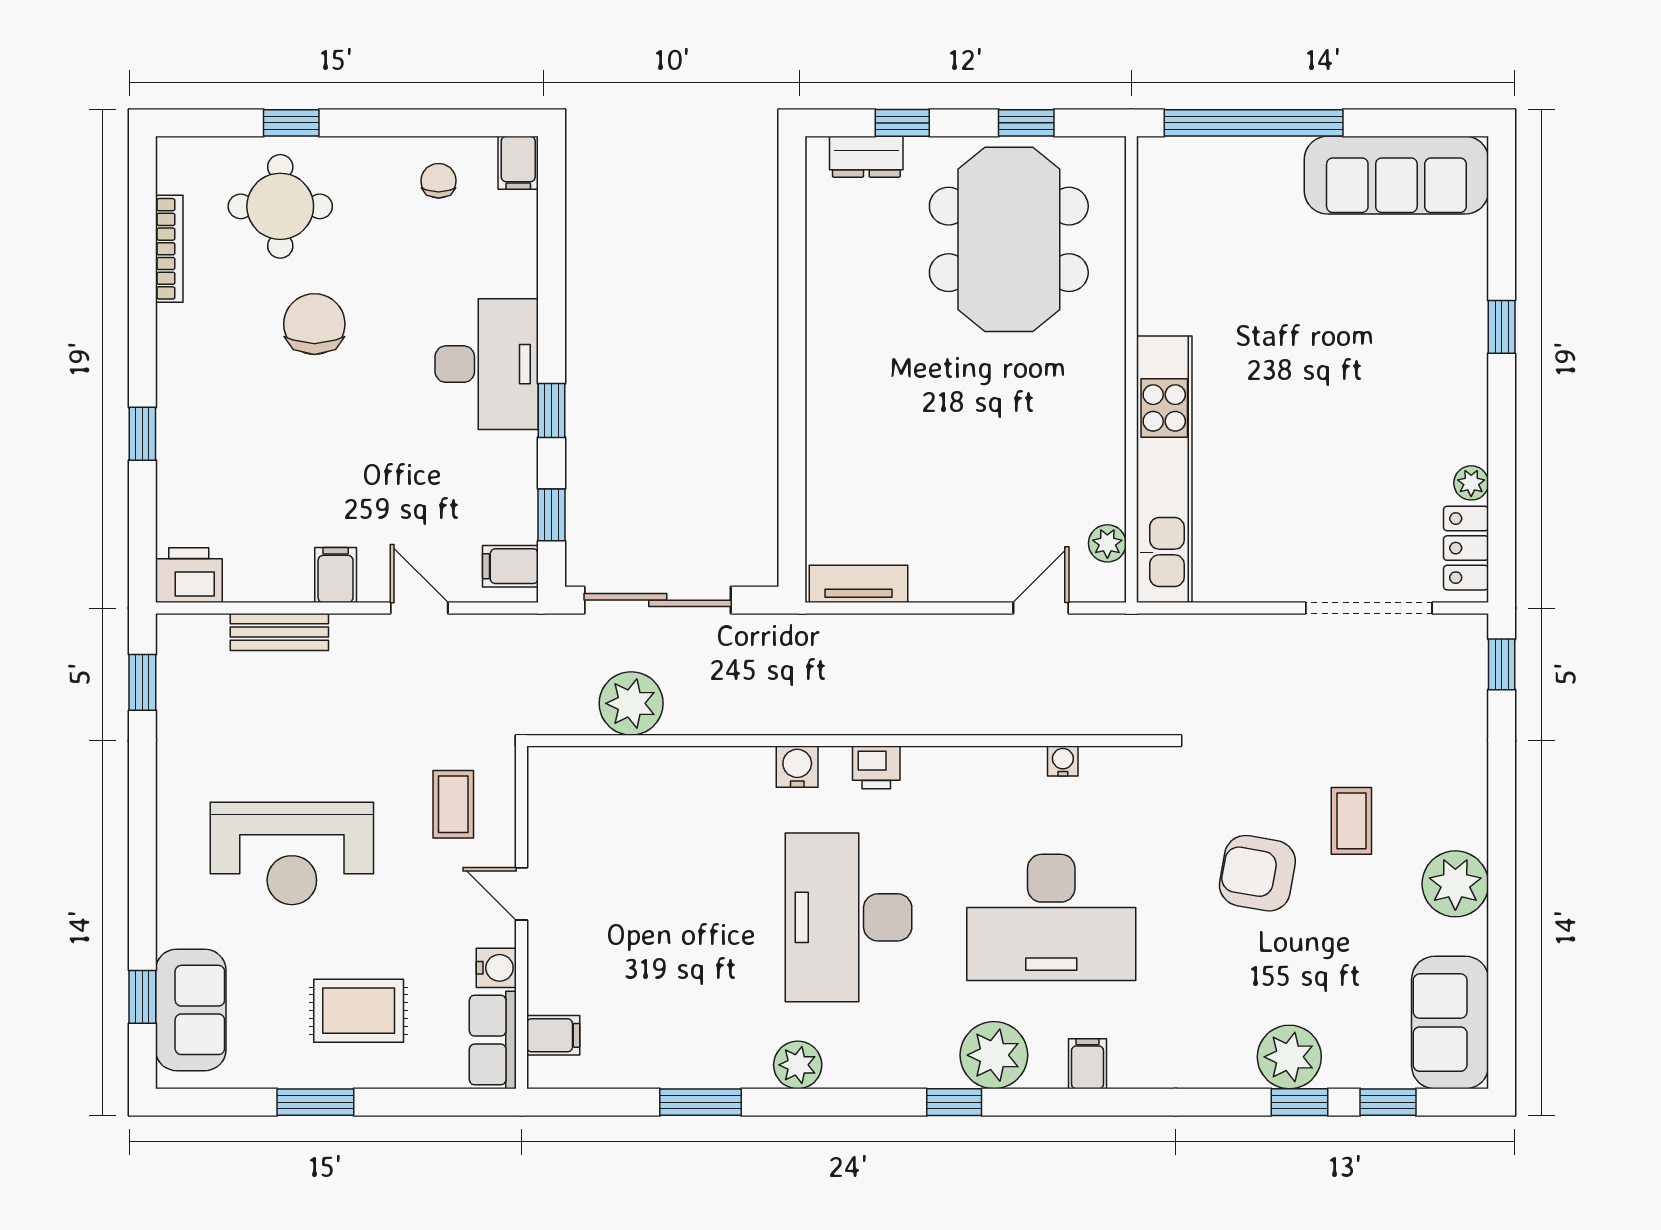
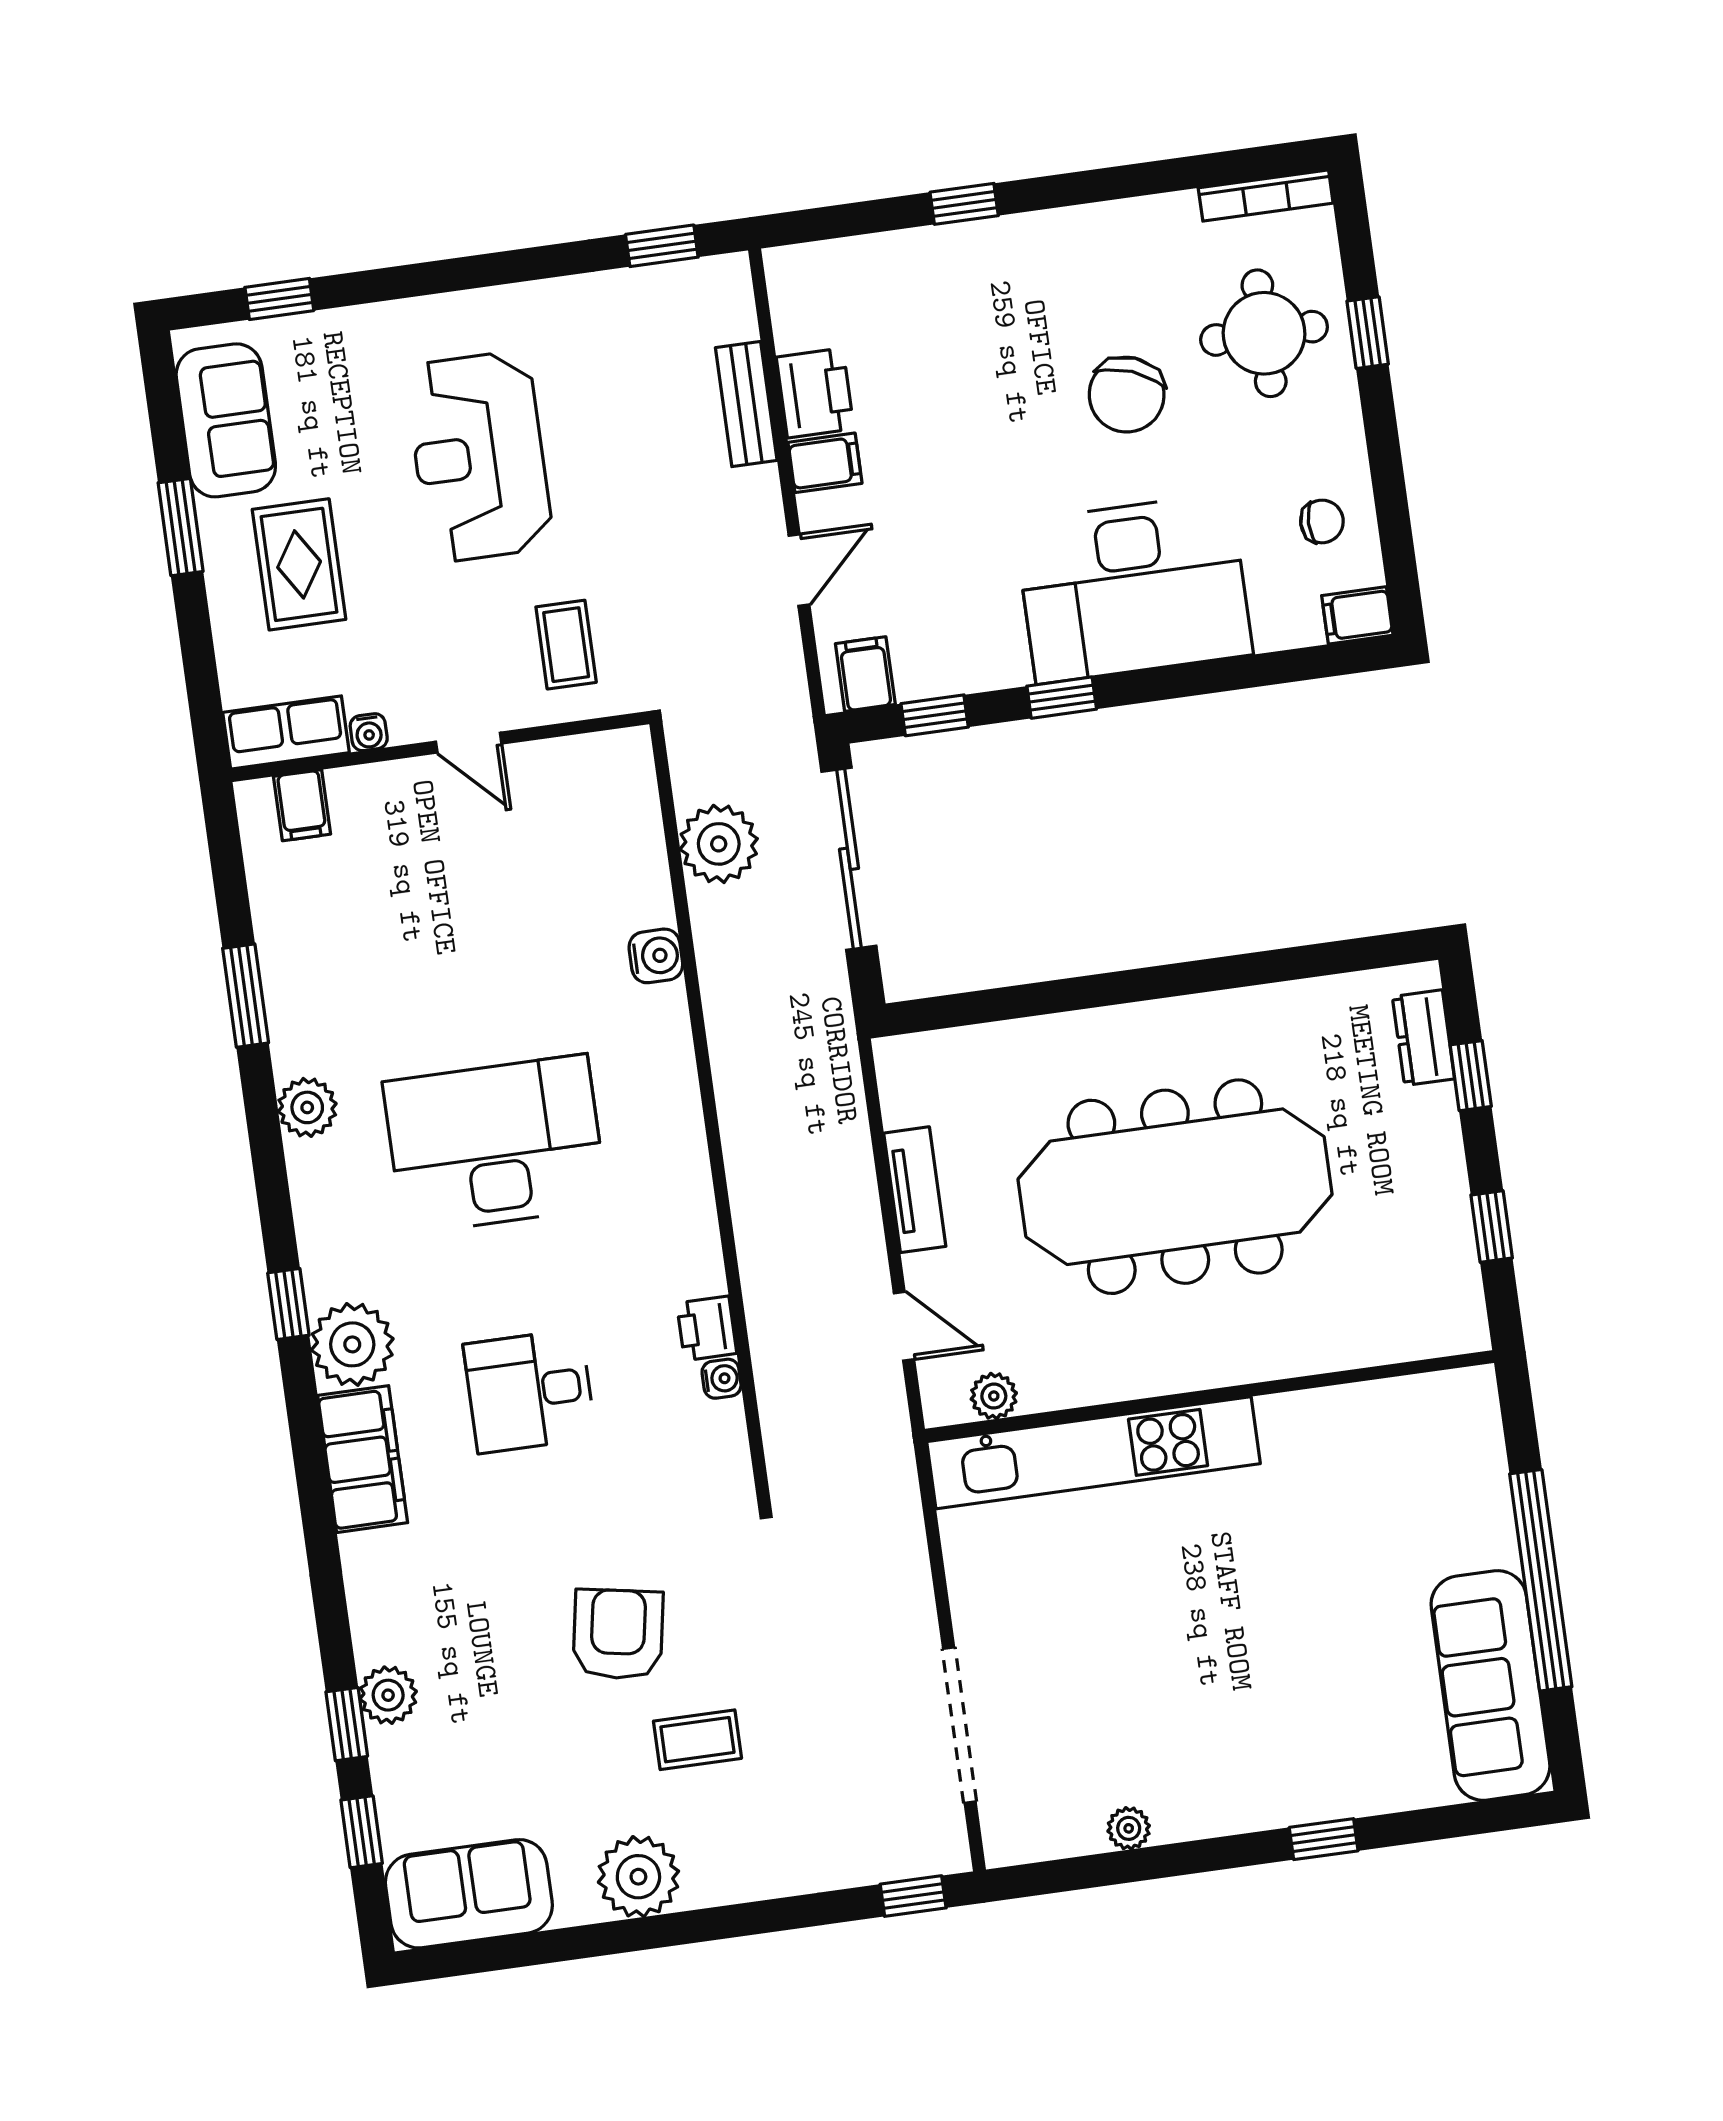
window: (1254, 123) -> (1541, 1580), moved
meeting table: (1009, 239) -> (1175, 1187), moved, width x1.36
bookcase: (169, 249) -> (1266, 195), moved
chair: (314, 324) -> (1127, 395), turned 111
desk: (487, 364) -> (1134, 588), width x1.36, depth x1.30
locker: (1466, 548) -> (1049, 1833), removed
printer: (189, 575) -> (815, 393), moved
tv unit: (858, 584) -> (915, 1190), moved
water cooler: (797, 767) -> (656, 956), moved
printer: (876, 767) -> (707, 1328), moved
coffee table: (453, 804) -> (566, 645), turned 90
door: (521, 894) -> (469, 743), swing flipped
desk: (1051, 917) -> (529, 1391), width x0.53, depth x0.77
water cooler: (496, 968) -> (369, 732), width x0.72, depth x0.72
sofa: (191, 1010) -> (226, 420), moved, turned -90
plant: (1289, 1057) -> (388, 1695), width x0.73, depth x0.73
filing cabinet: (1087, 1064) -> (363, 1459), width x3.00, depth x1.17

